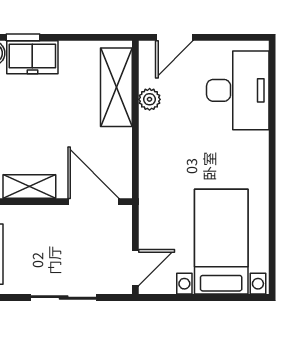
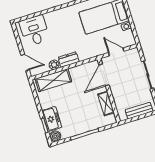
desk: (238, 90) -> (34, 31), width x0.73
dresser: (151, 135) -> (69, 60), added
door: (135, 268) -> (116, 52), moved

